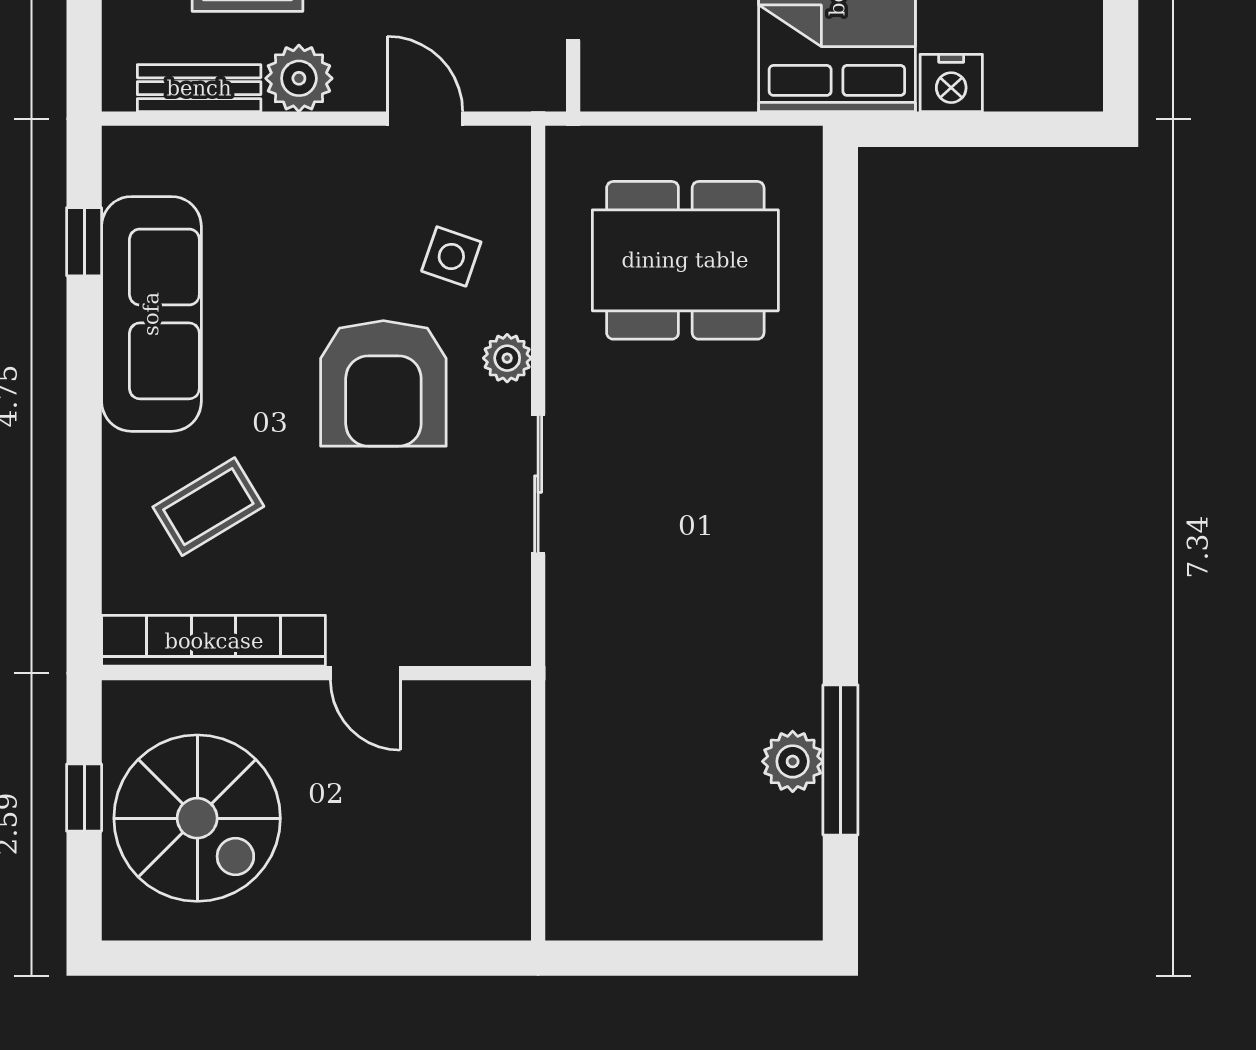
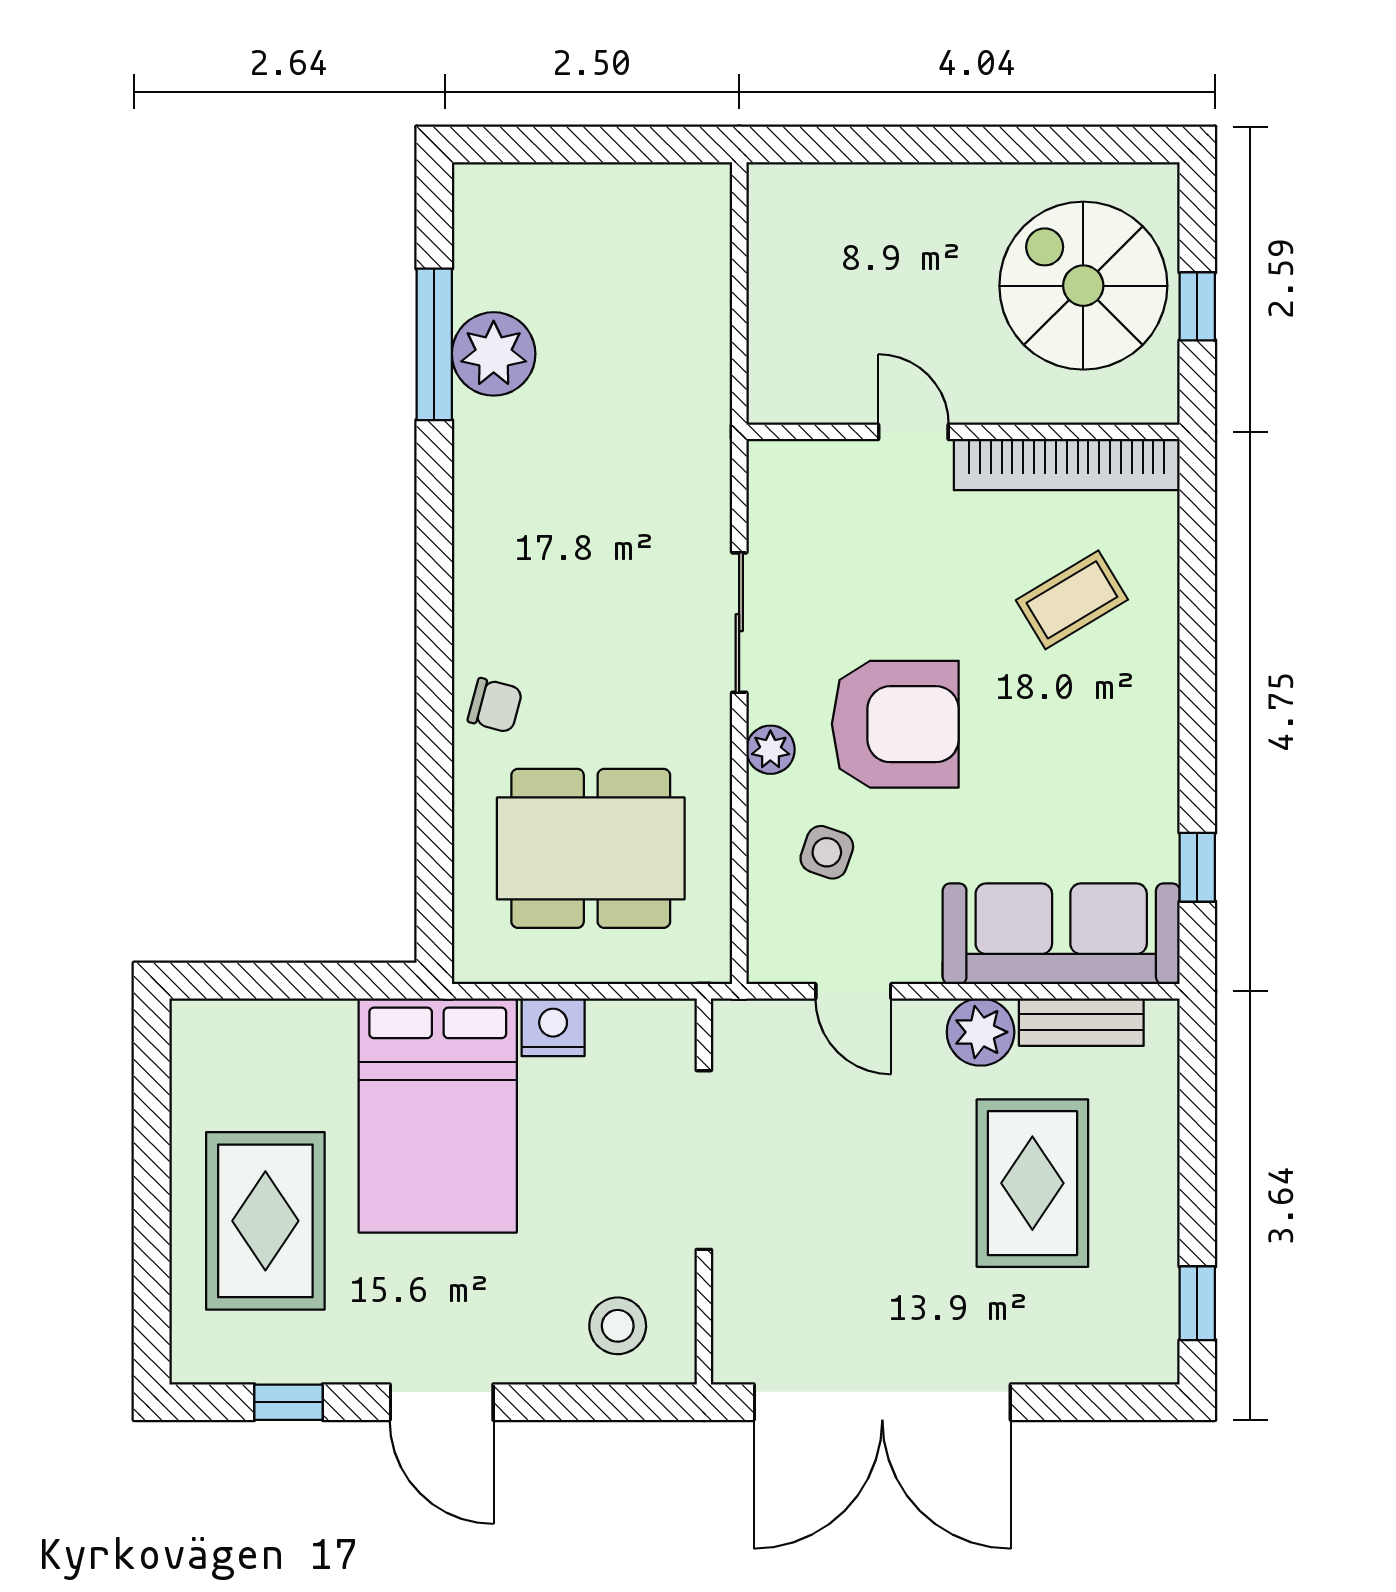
nightstand: (951, 83) -> (553, 1027), moved
sofa: (151, 314) -> (1061, 934), moved, turned 90
armchair: (383, 383) -> (895, 724), turned 90
chair: (780, 402) -> (495, 705), added
plant: (793, 761) -> (494, 354), width x1.36, depth x1.36

